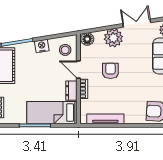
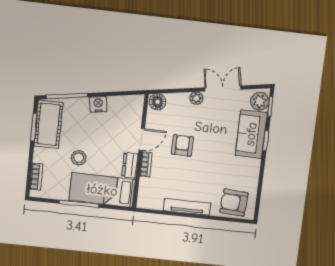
plant: (113, 38) -> (196, 98), width x0.53, depth x0.53
stool: (65, 50) -> (79, 158), moved
door: (78, 70) -> (142, 139), swing flipped
tv unit: (105, 119) -> (187, 207), moved

